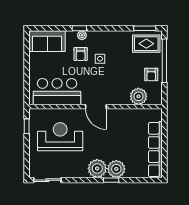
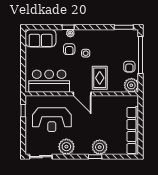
rug: (146, 44) -> (100, 78), moved, turned 90
plant: (138, 96) -> (131, 85), moved
reception desk: (60, 137) -> (52, 120), turned 180
plant: (97, 168) -> (66, 147), moved

